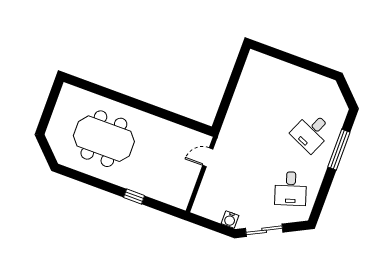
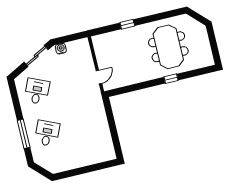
window: (126, 100) -> (171, 79), added
meeting table: (104, 139) -> (168, 47), turned 90
desk: (291, 189) -> (37, 91), turned 42

